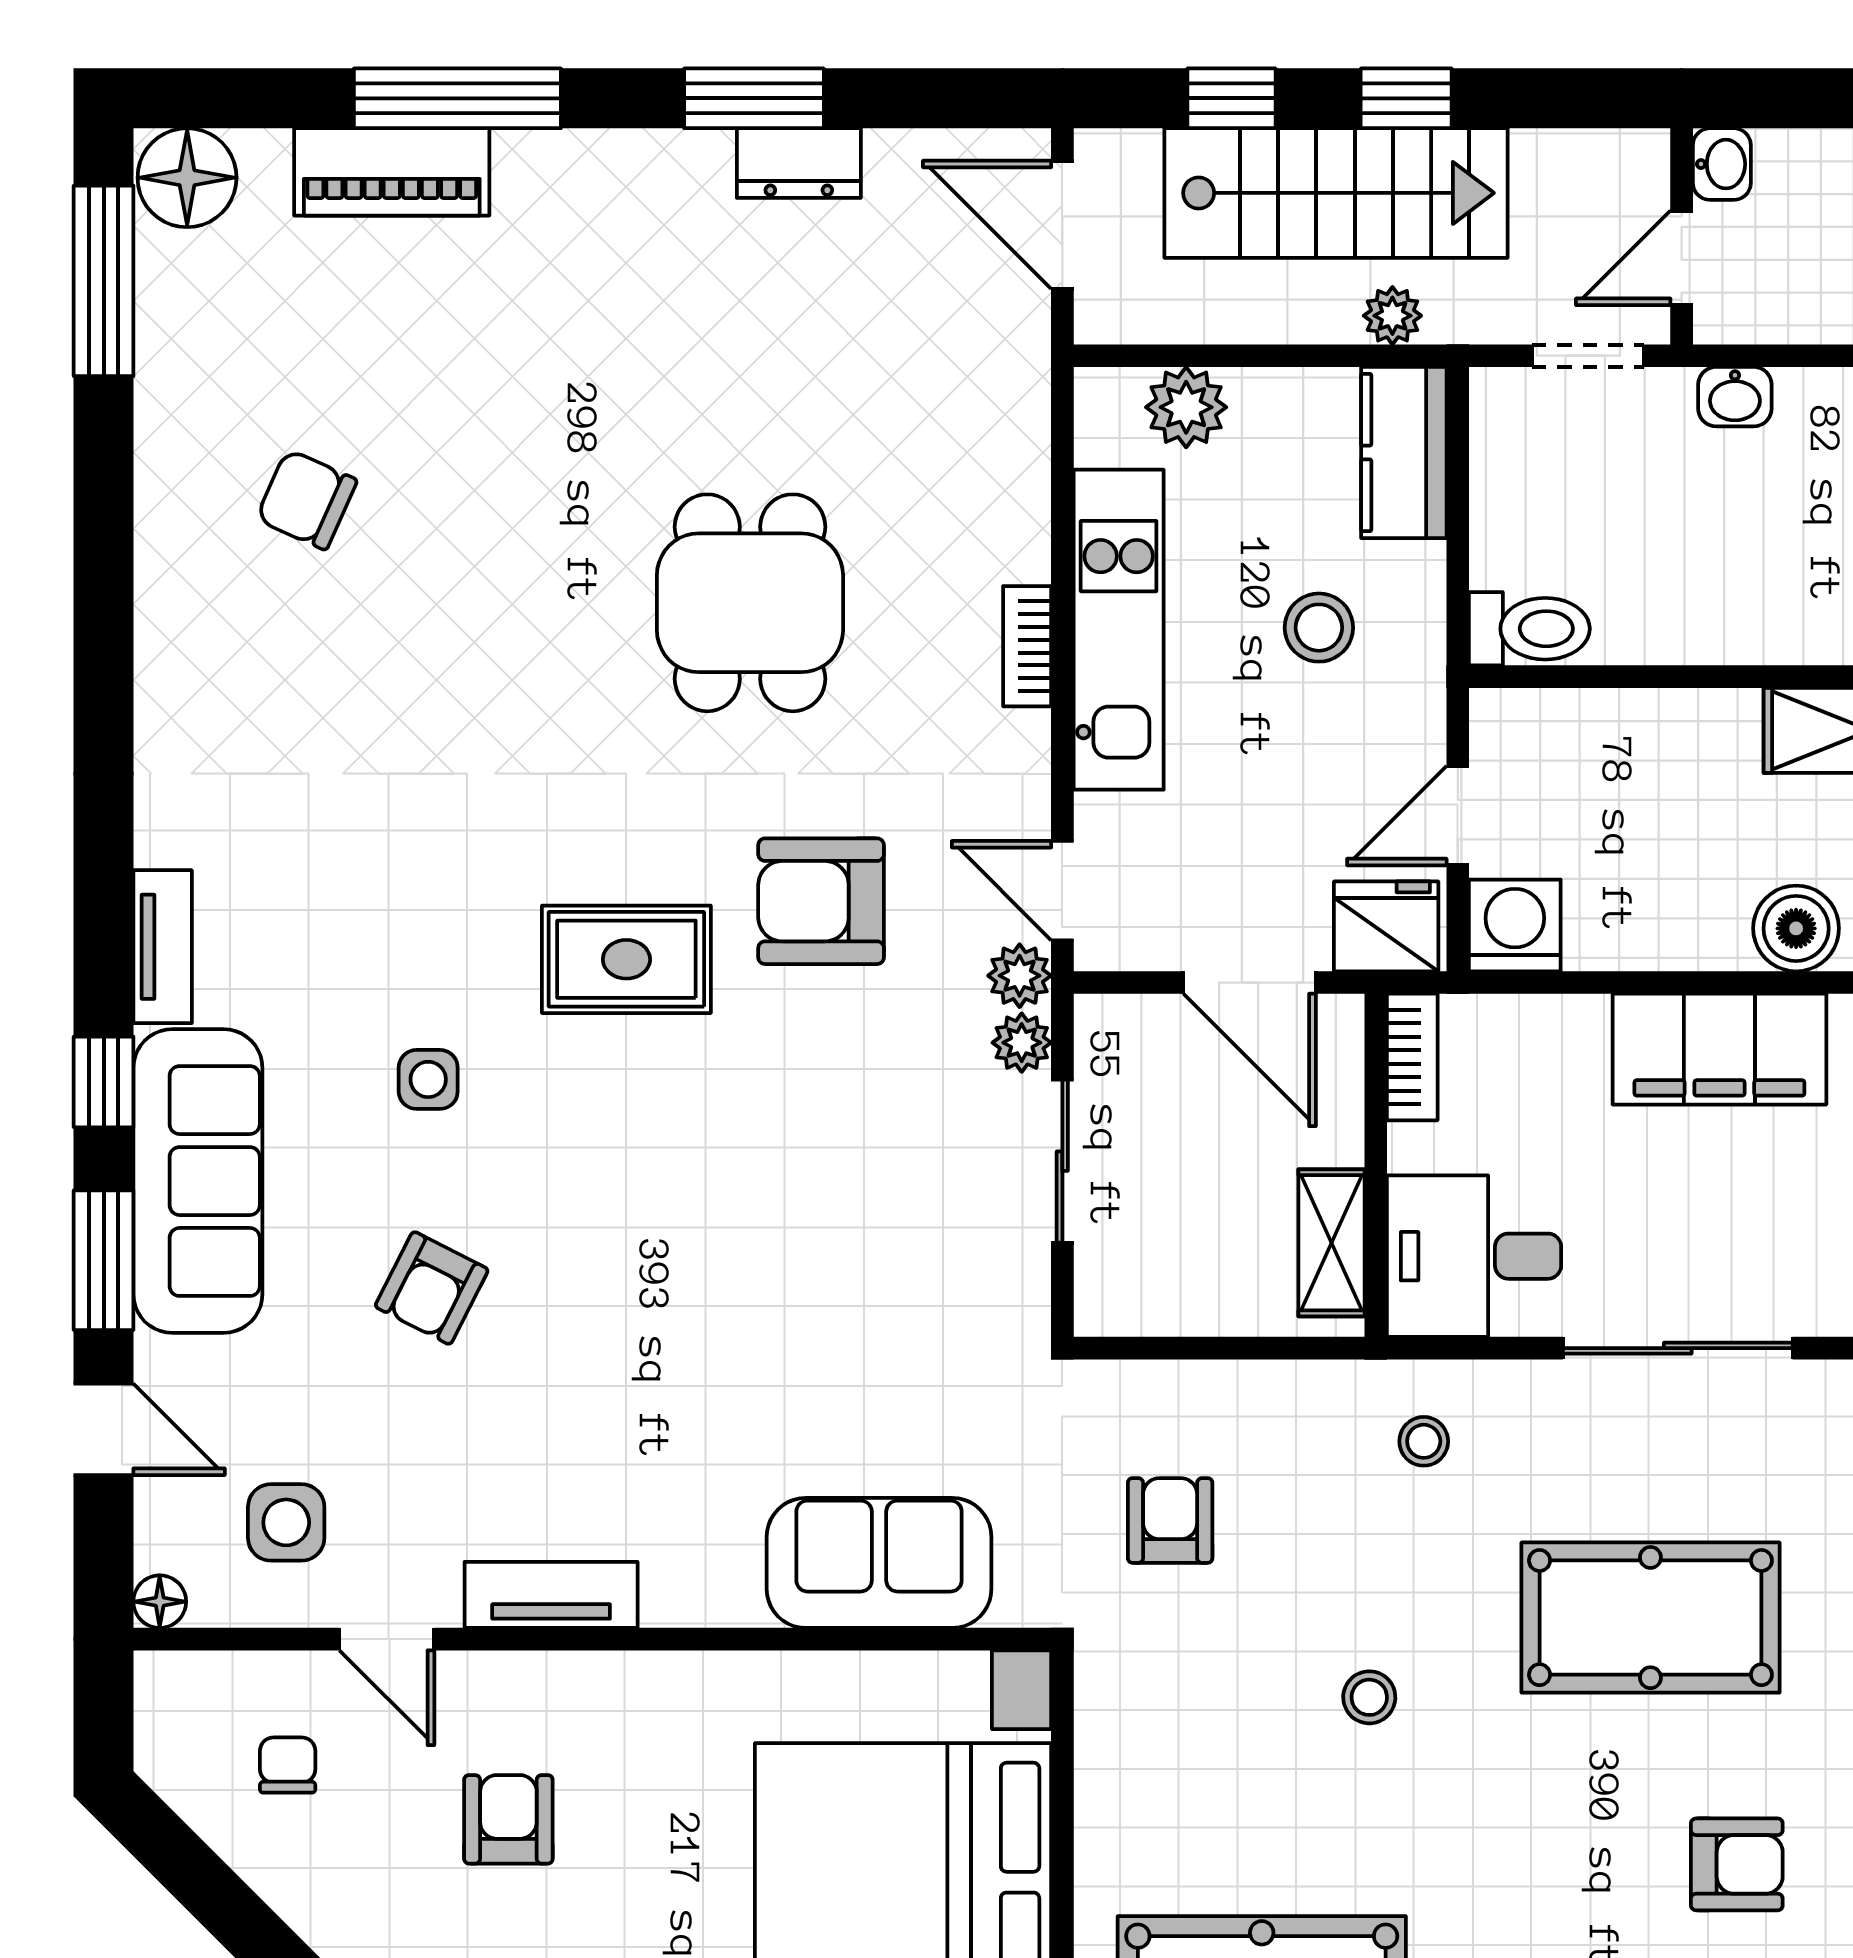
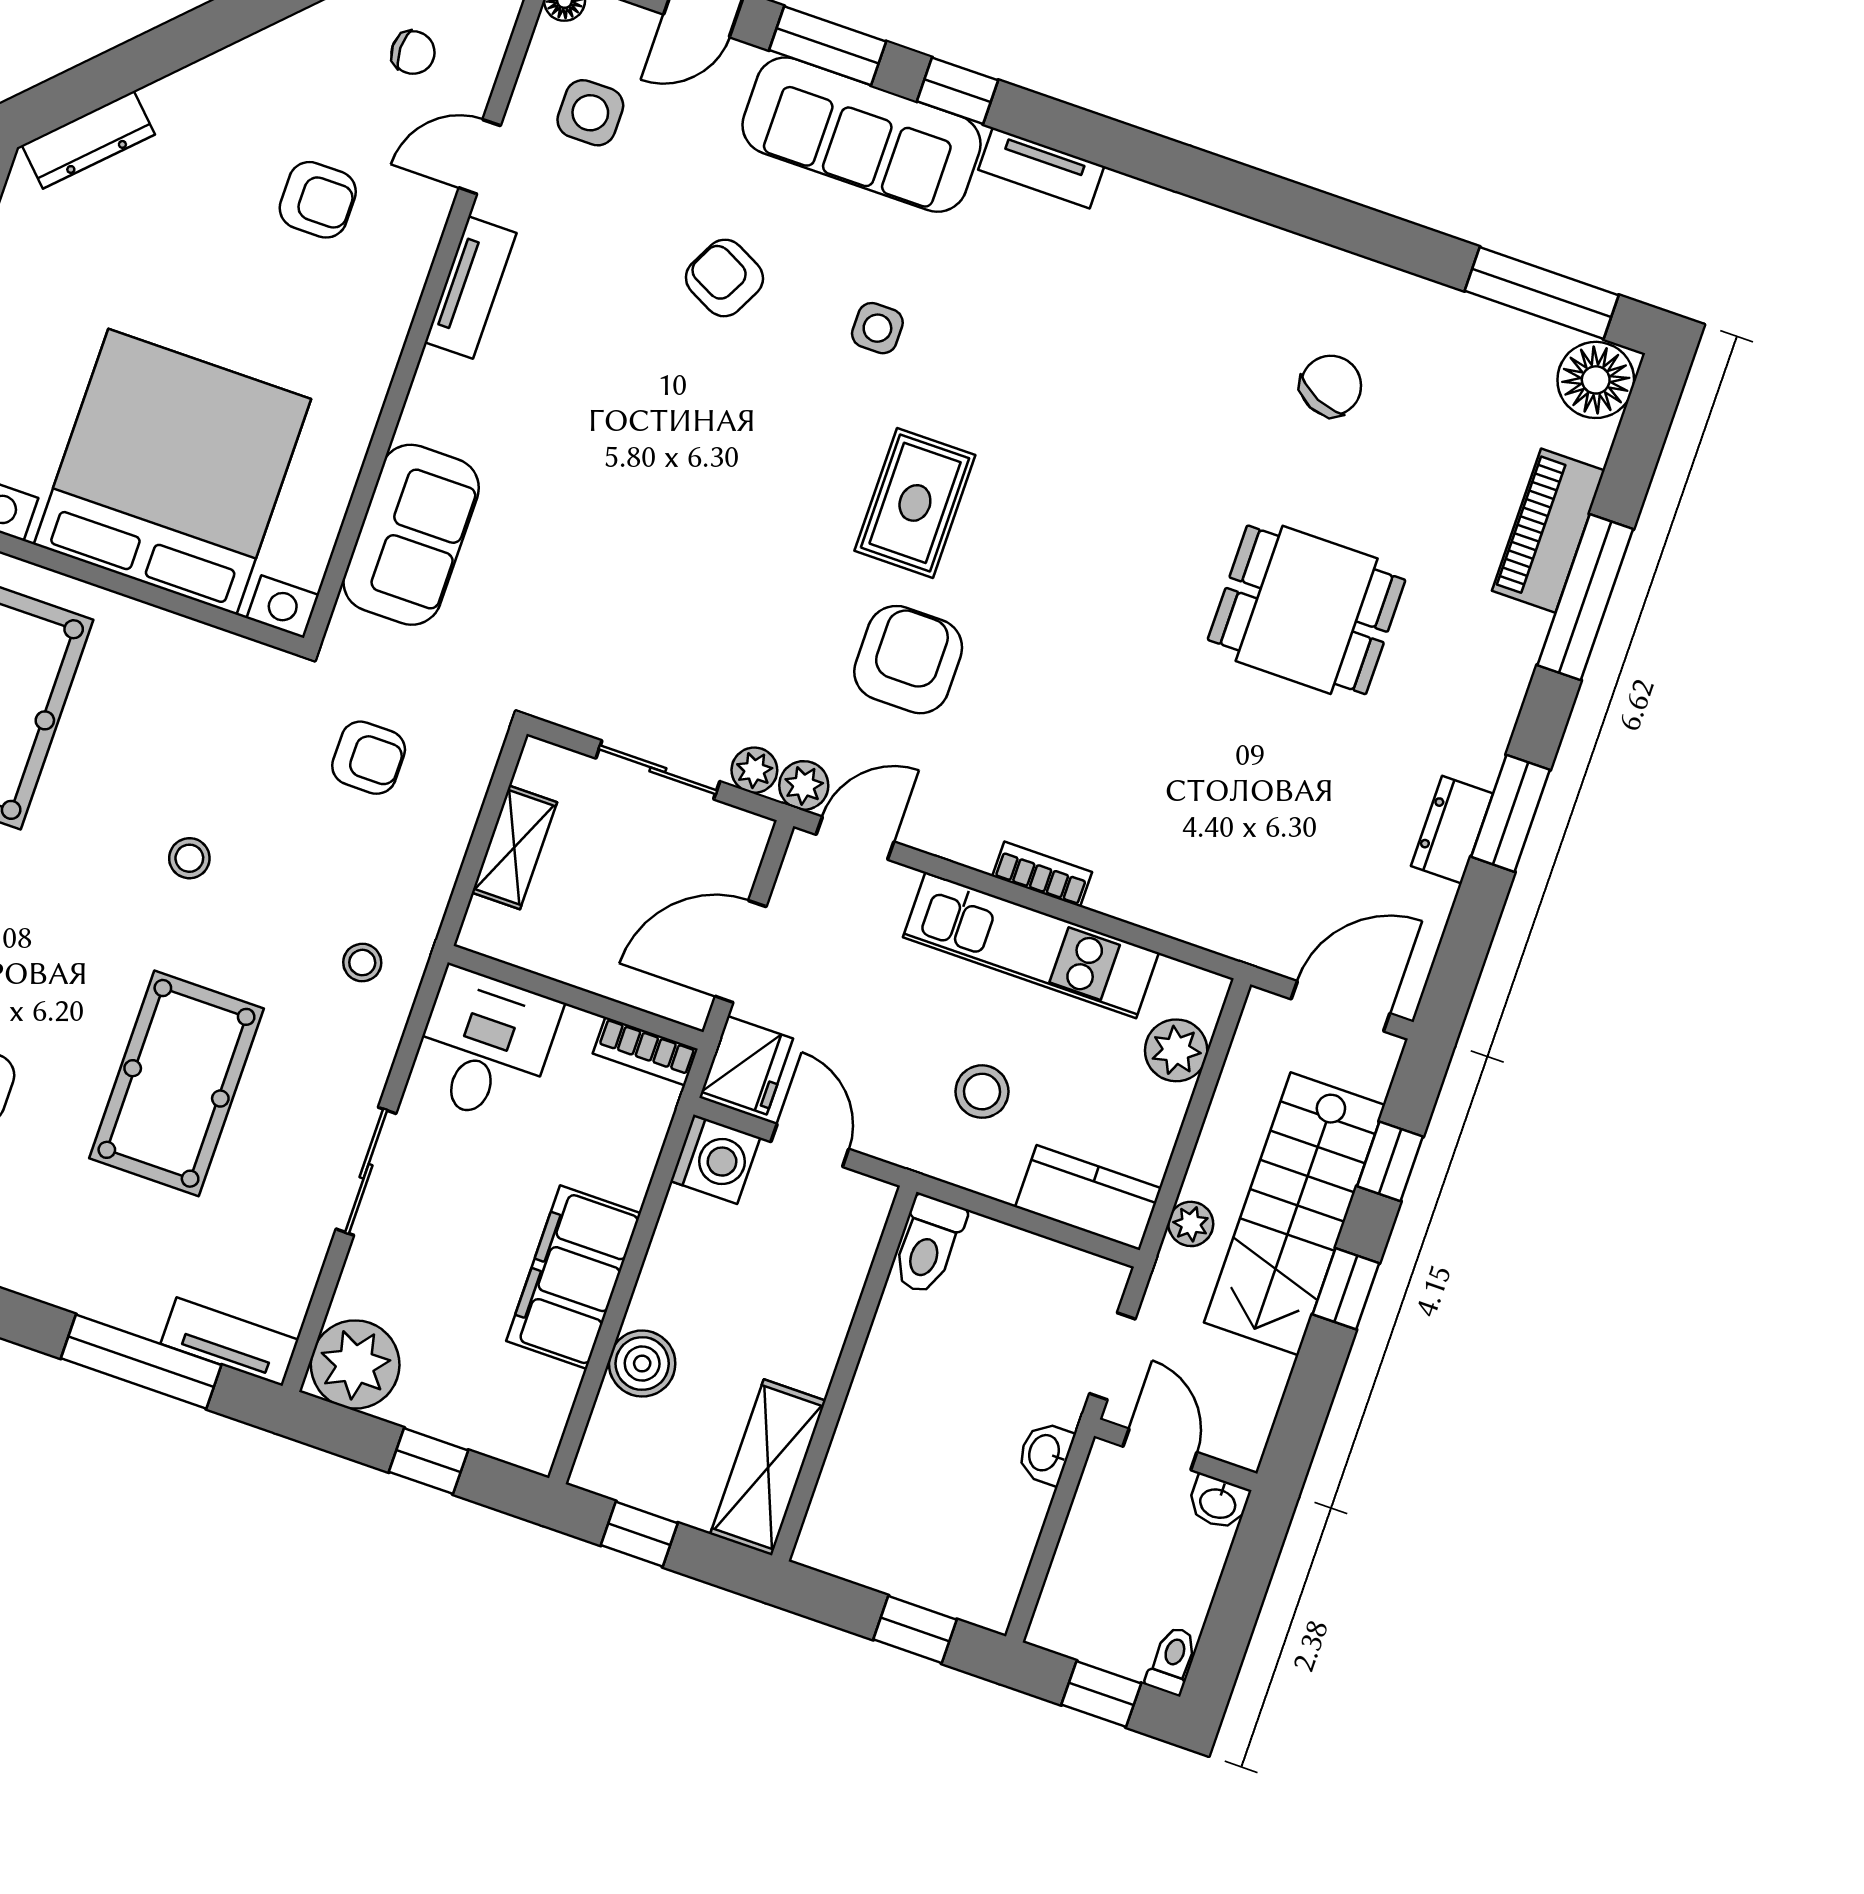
dining table: (750, 603) -> (1307, 610), moved
shelving: (1331, 1243) -> (514, 847), moved, turned 90
sliding door: (1678, 1348) -> (366, 1171), width x0.73

